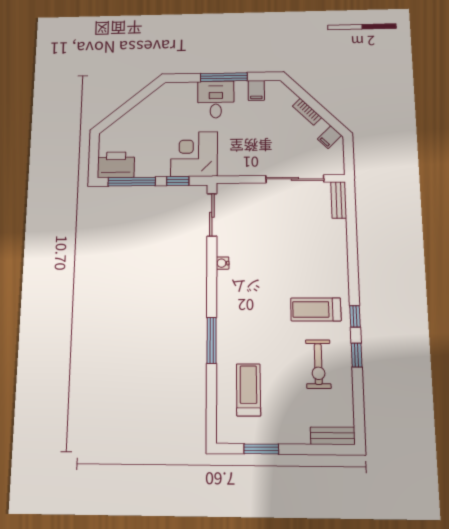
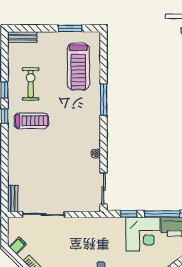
corner desk: (194, 154) -> (143, 234), moved
treadmill: (248, 390) -> (78, 67), width x1.37, depth x1.38

